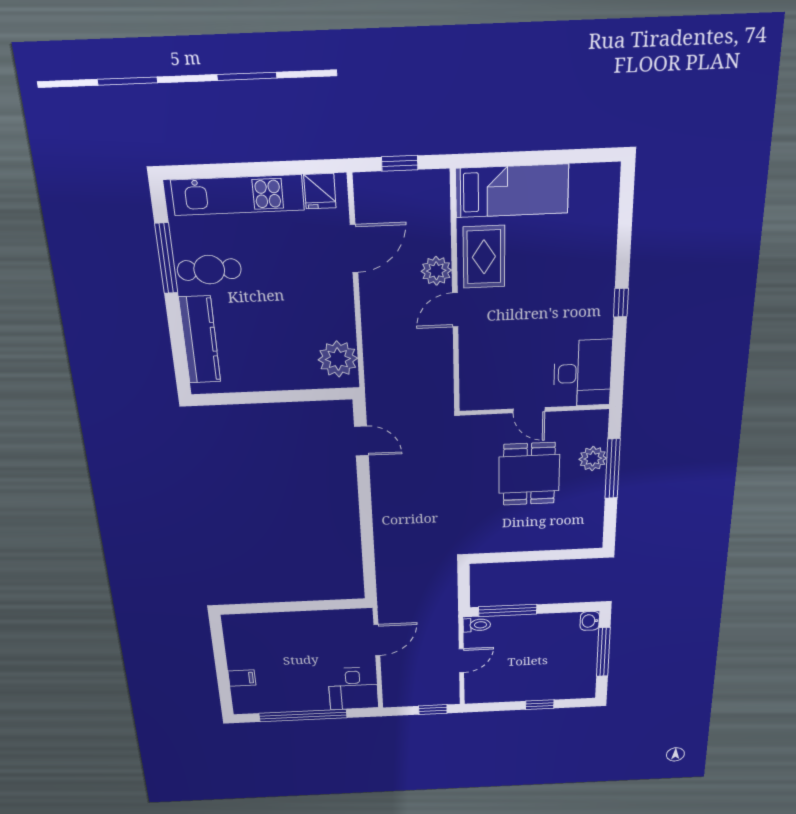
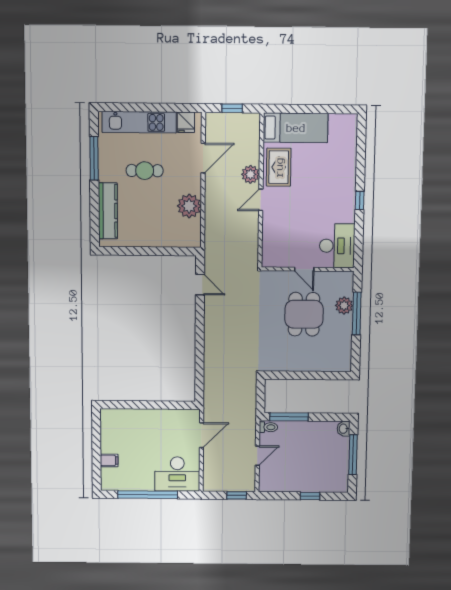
cafe table: (209, 270) -> (145, 171), moved
plant: (338, 359) -> (189, 206), moved
desk: (353, 688) -> (177, 474), width x1.37

